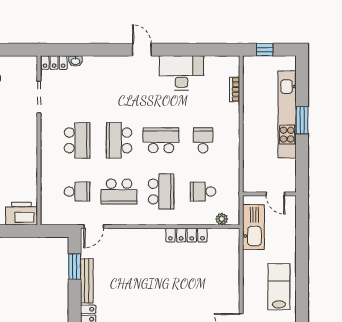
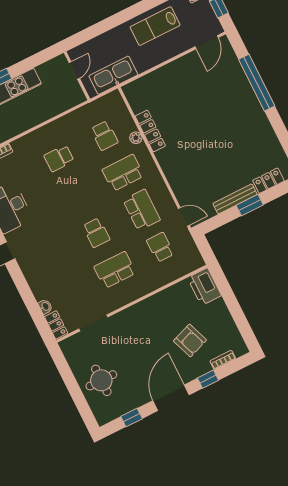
school desk: (119, 140) -> (96, 233), width x0.54
school desk: (161, 140) -> (78, 196), removed
plant: (222, 219) -> (136, 138), moved
window: (75, 266) -> (250, 205), moved

